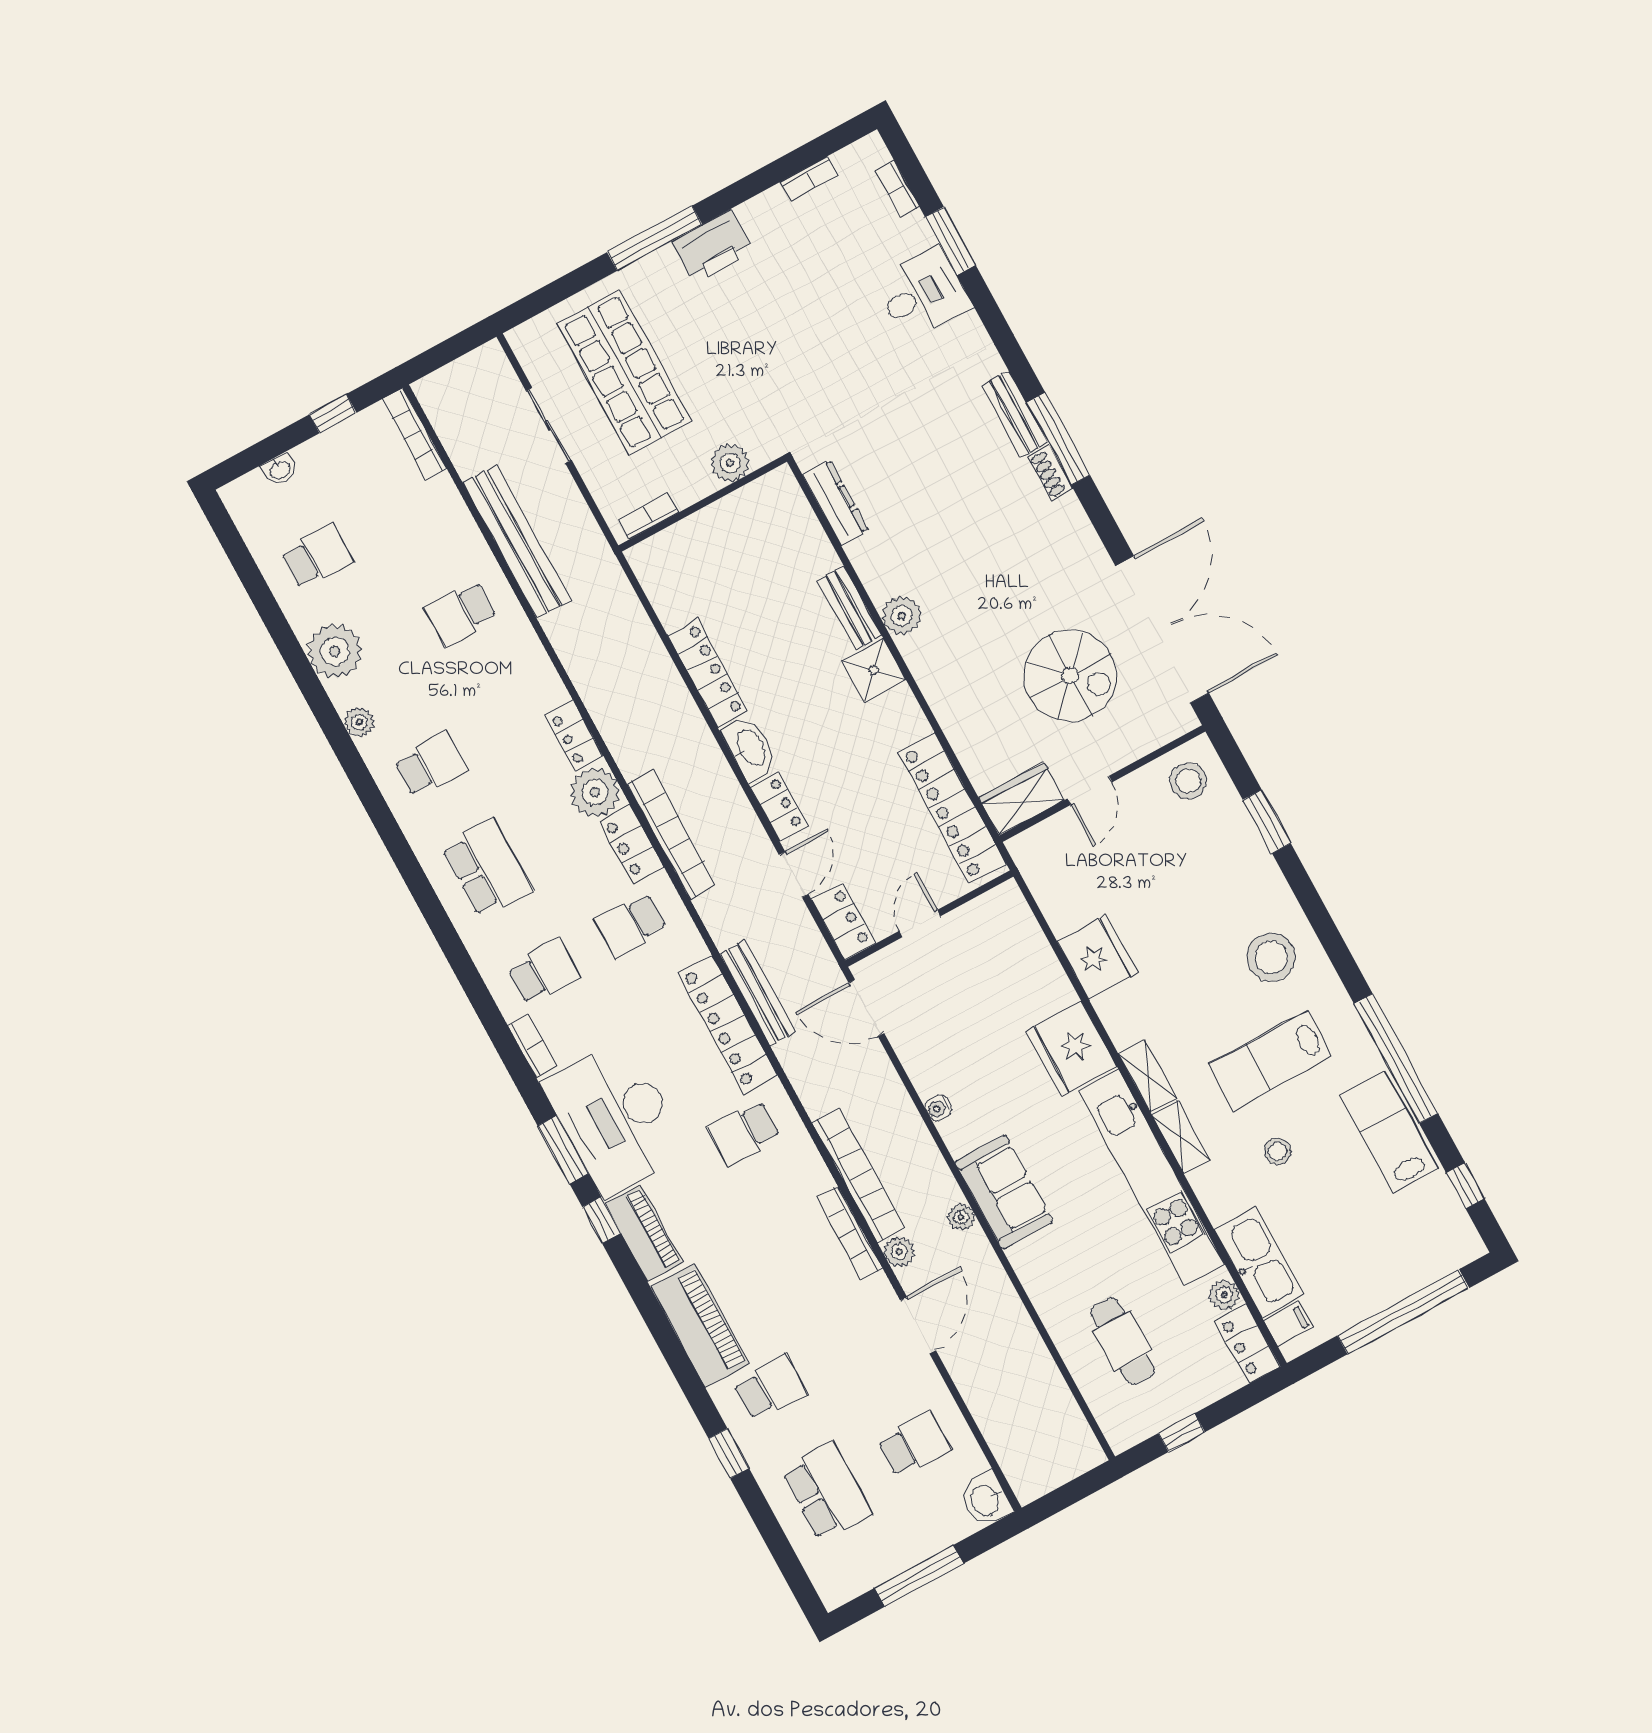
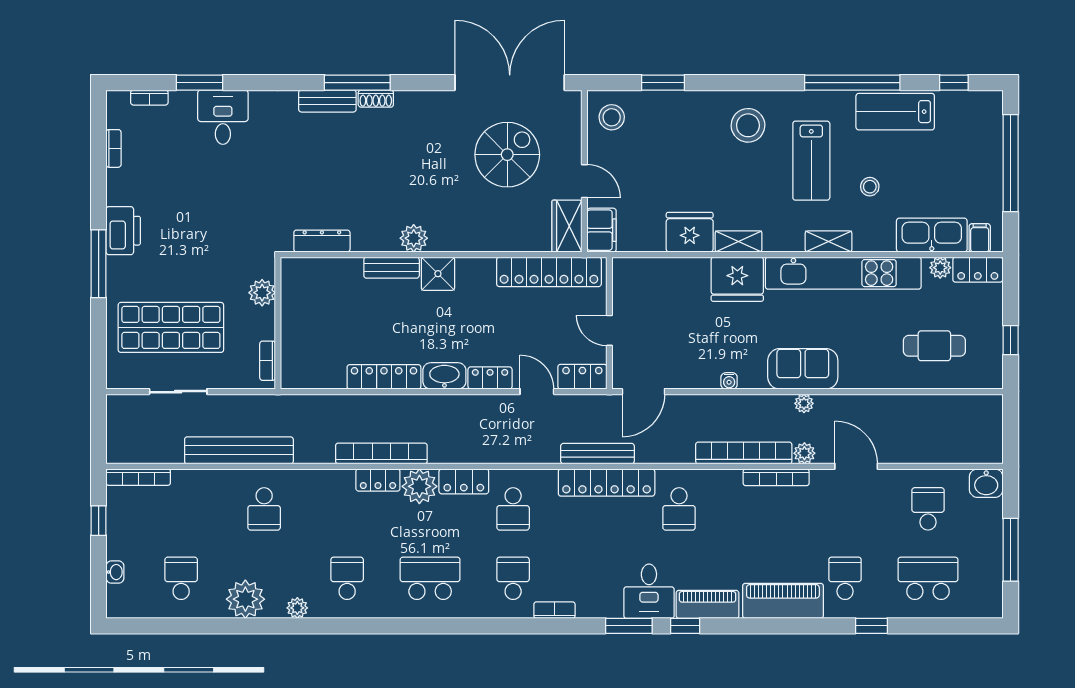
bookcase: (671, 835) -> (381, 453), moved
filing cabinet: (1040, 845) -> (602, 230), added
shelving: (1147, 1076) -> (738, 241), moved
desk: (615, 1118) -> (649, 591), width x0.53, depth x0.77

